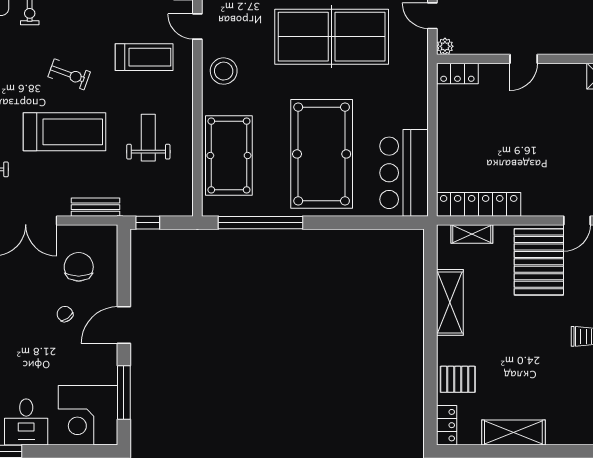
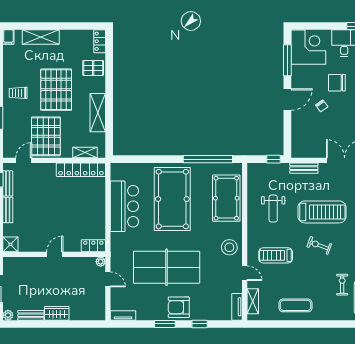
treadmill: (64, 132) -> (322, 212), turned 180
bar counter: (404, 173) -> (124, 206), moved
chair: (79, 267) -> (337, 83), moved, turned 90
pallet: (521, 342) -> (56, 90), added
shelving: (513, 432) -> (41, 37), moved

